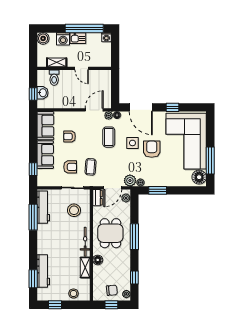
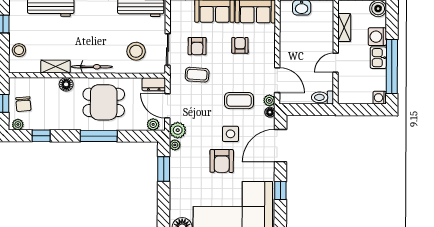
toilet: (54, 78) -> (322, 97), moved
armchair: (152, 149) -> (222, 161), turned 90

